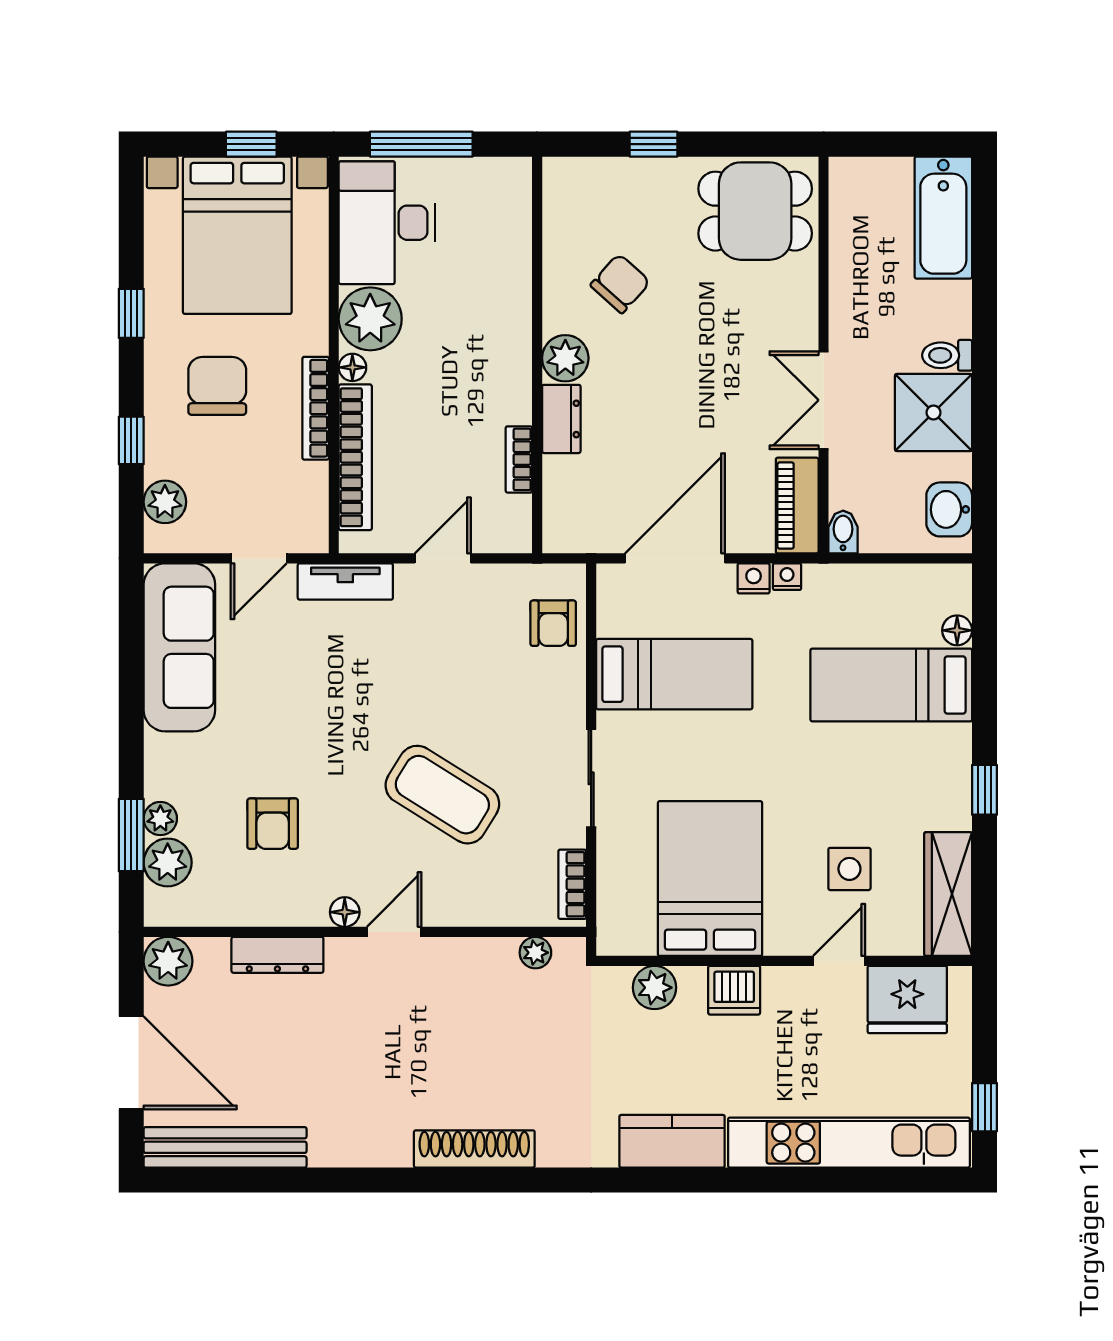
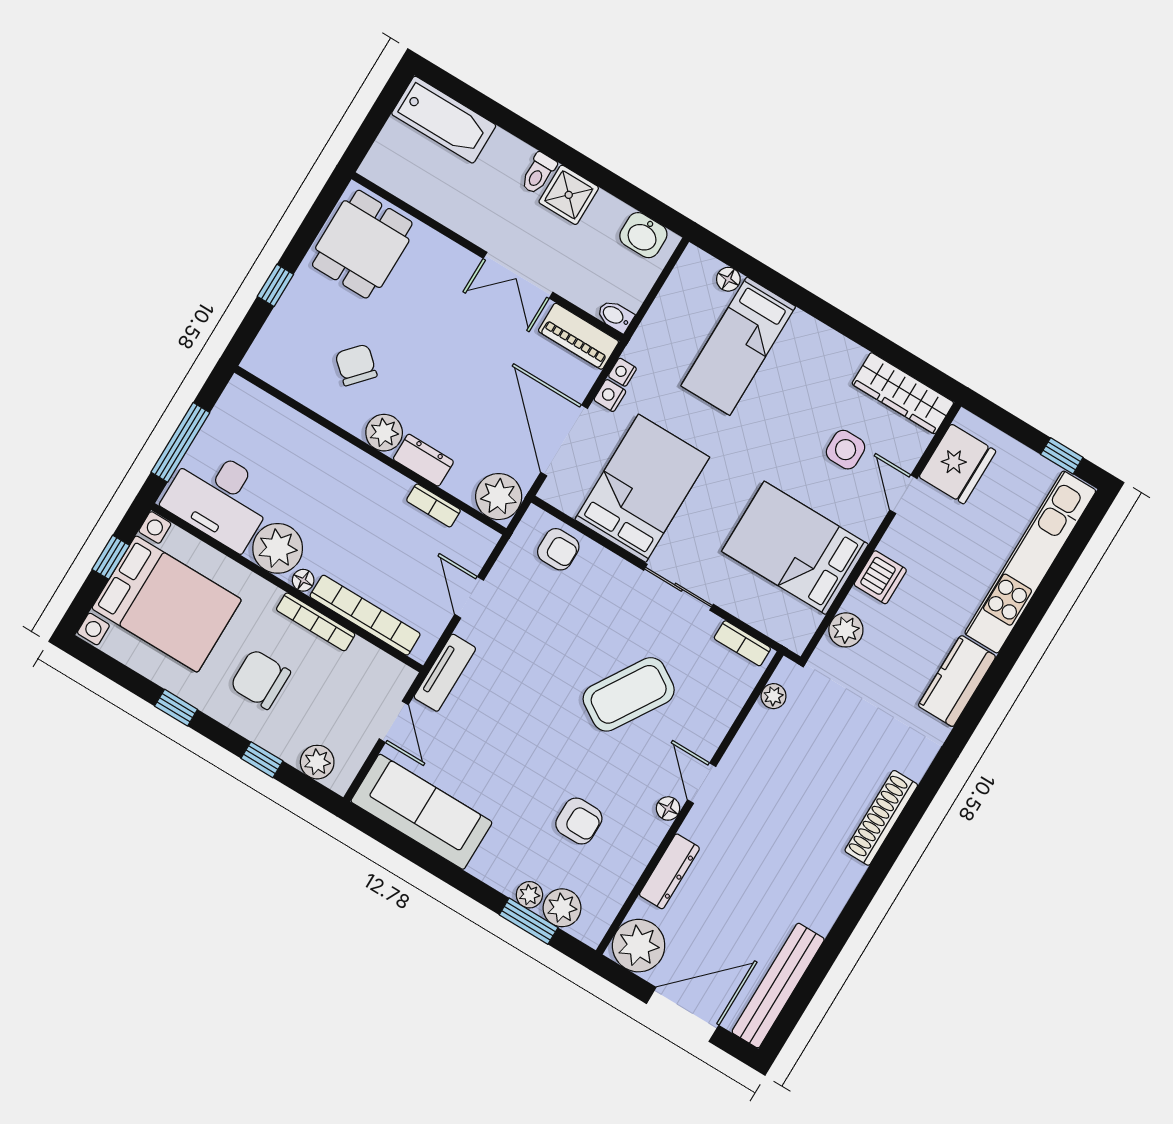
shower: (934, 413) -> (569, 195), width x0.73, depth x0.73
plant: (571, 524) -> (499, 497), added
bed: (674, 674) -> (642, 488), width x1.50
window: (985, 790) -> (847, 326), removed
plant: (168, 961) -> (639, 946), width x1.36, depth x1.36

